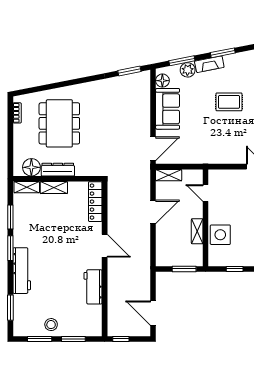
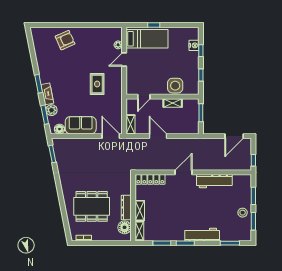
rug: (229, 102) -> (97, 84), moved
workbench: (93, 287) -> (214, 181), width x1.37

